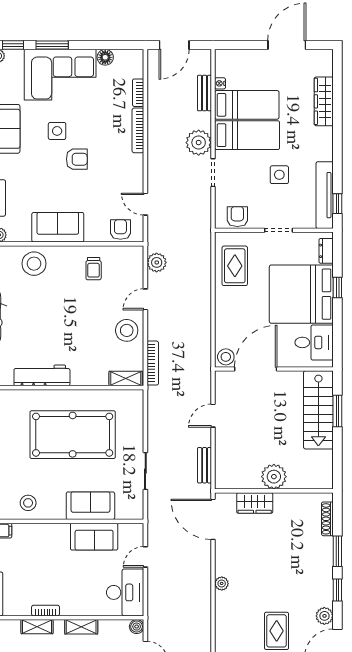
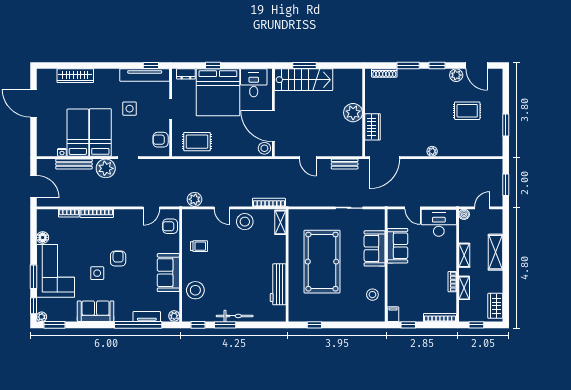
bench: (205, 93) -> (74, 164), width x1.36

